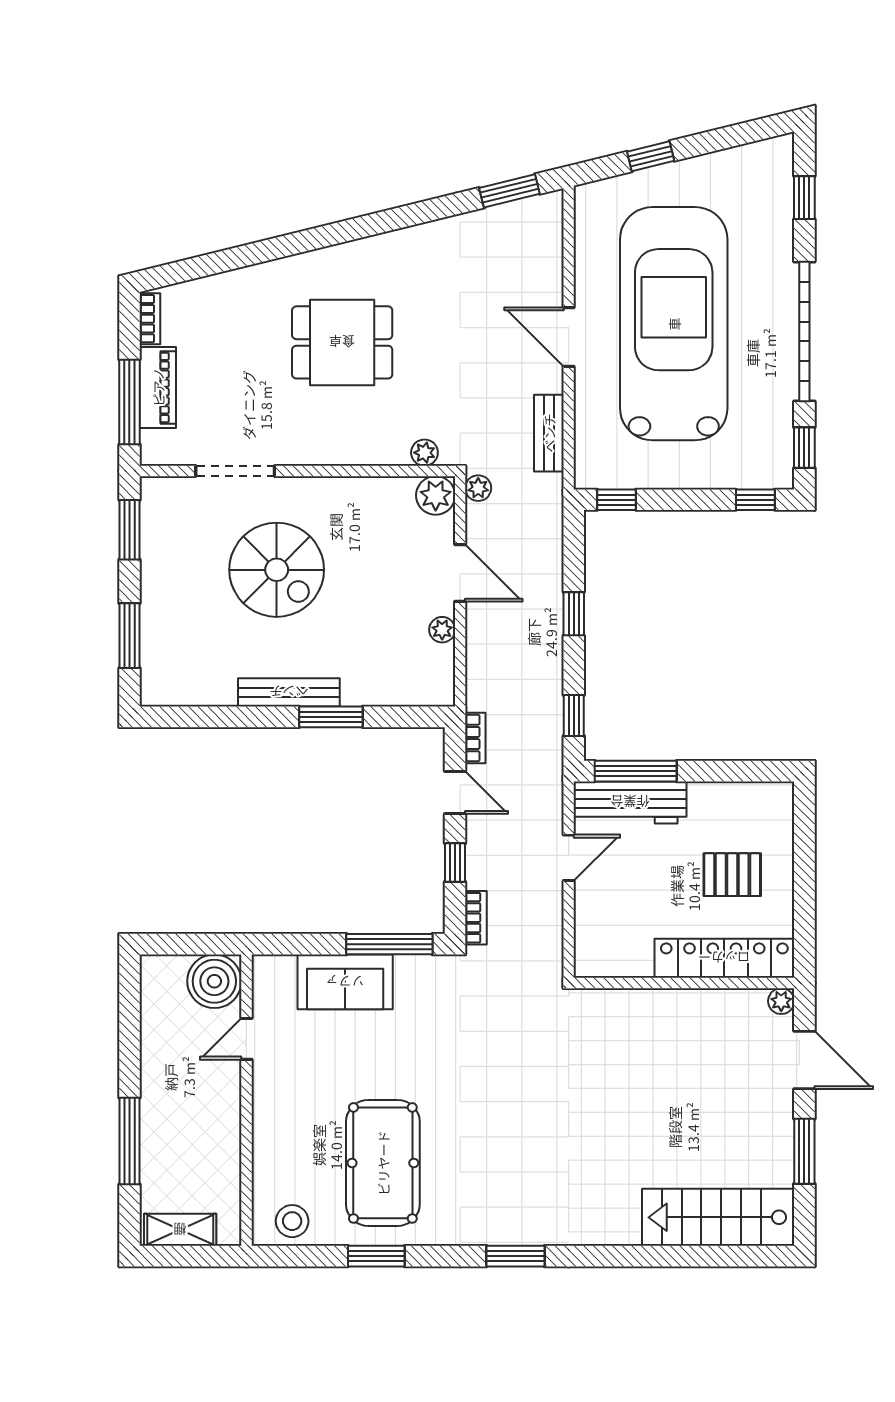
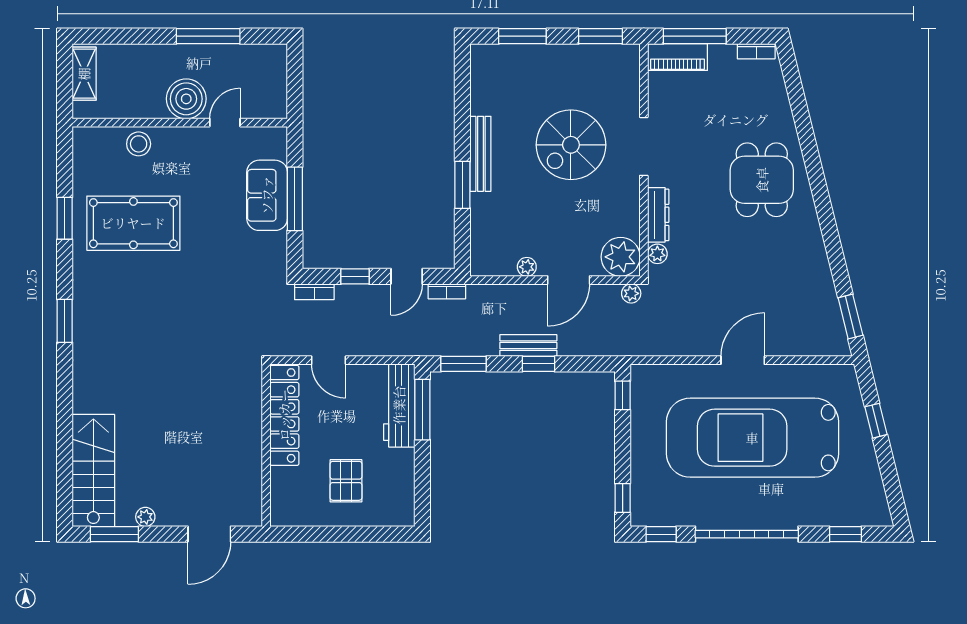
car: (674, 324) -> (752, 438), turned 180
dining table: (342, 342) -> (762, 180), moved
piano: (158, 387) -> (677, 57), moved
bench: (549, 433) -> (528, 346), moved
dresser: (372, 451) -> (658, 215), added
doorway: (235, 471) -> (644, 146), moved
plant: (436, 495) -> (621, 257), width x1.36, depth x1.36
window: (574, 715) -> (464, 364), width x1.50
door: (569, 858) -> (329, 360), moved
window: (389, 944) -> (295, 199), moved
locker: (724, 958) -> (284, 415), moved
boiler: (214, 981) -> (186, 99), moved
plant: (781, 1001) -> (145, 517), moved
door: (246, 1039) -> (225, 123), hinge flipped
window: (129, 1141) -> (208, 36), moved
window: (804, 1151) -> (114, 534), moved
stool: (292, 1221) -> (139, 144), moved

